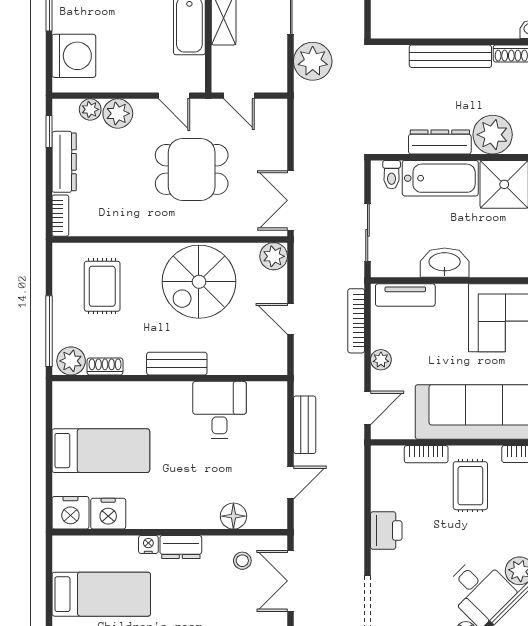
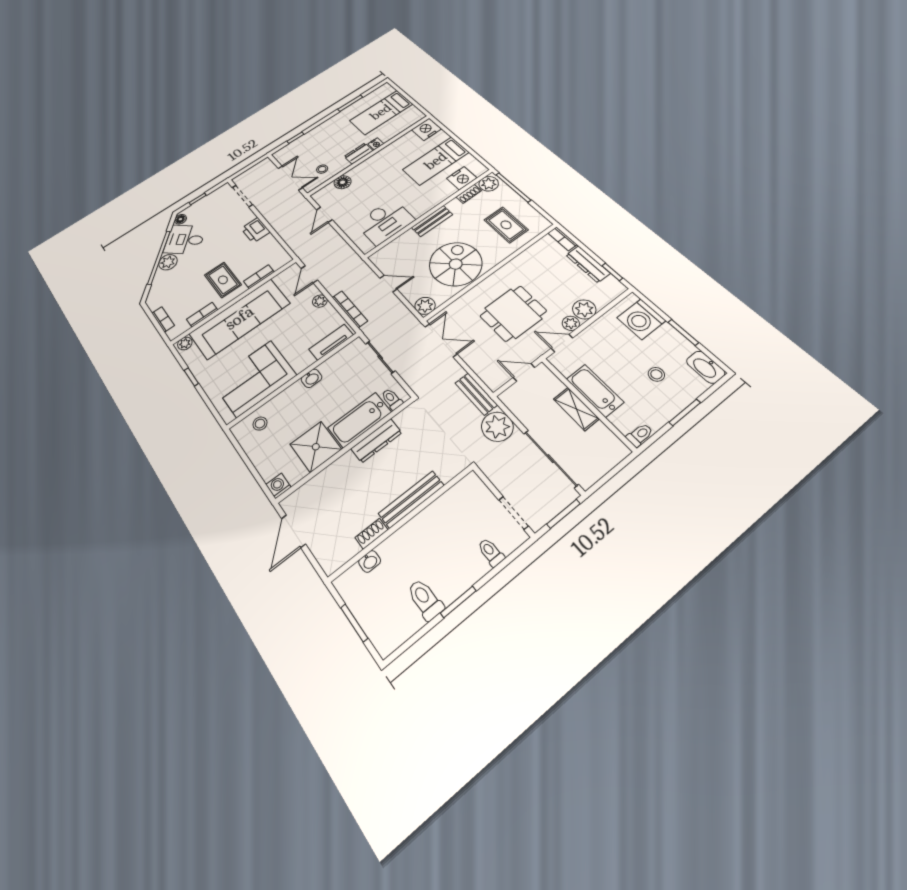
plant: (90, 109) -> (571, 323), moved
plant: (493, 135) -> (345, 471), removed
washbasin: (445, 263) -> (311, 378), width x0.52, depth x0.69
desk: (220, 410) -> (385, 222), width x1.37
bench: (305, 425) -> (476, 394), moved
nightstand: (108, 514) -> (462, 178), moved, turned 180

